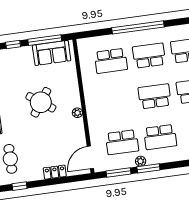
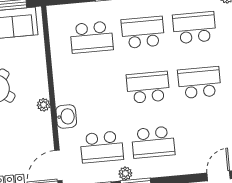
washbasin: (95, 121) -> (66, 116), added

